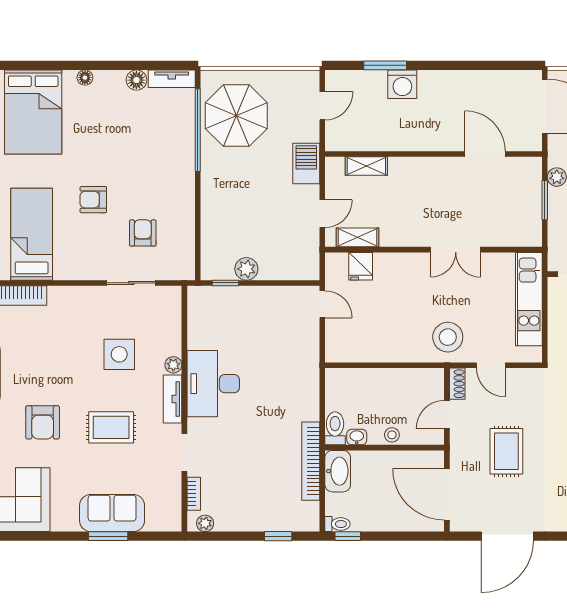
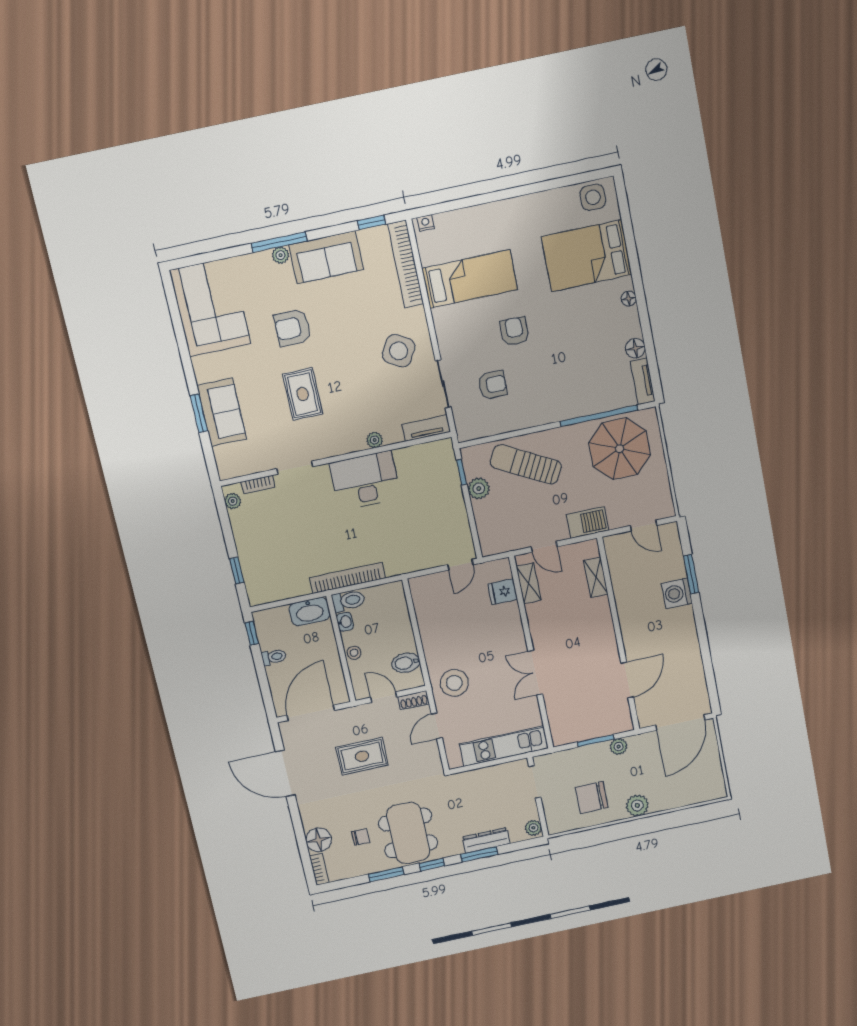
sun lounger: (232, 215) -> (526, 464), added
side table: (119, 354) -> (399, 351), moved, turned 30
bidet: (415, 383) -> (406, 663), added
tv unit: (172, 399) -> (426, 428), moved
bookcase: (311, 461) -> (347, 578), moved
toilet: (337, 524) -> (274, 657), moved, turned -90

